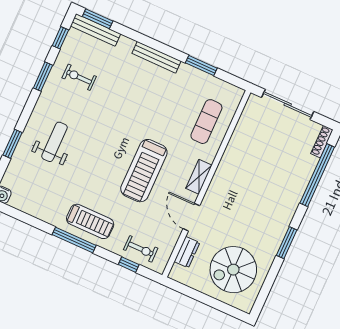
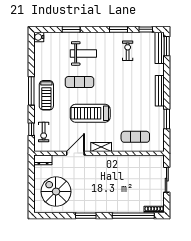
sliding door: (288, 104) -> (167, 180), width x0.73
exercise mat: (93, 166) -> (80, 82), added
dresser: (187, 252) -> (43, 160), moved

